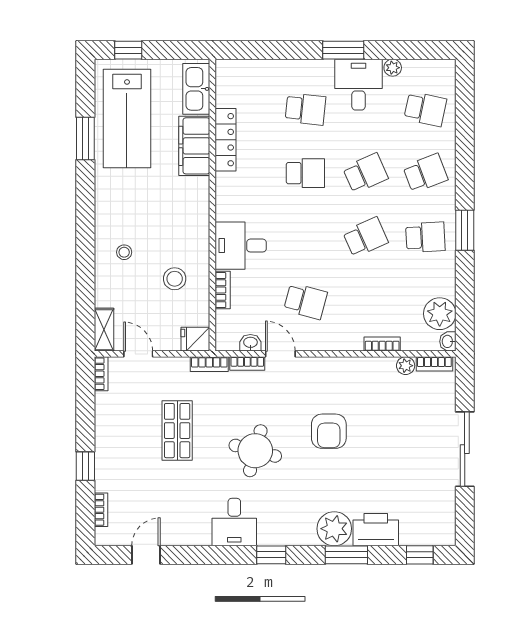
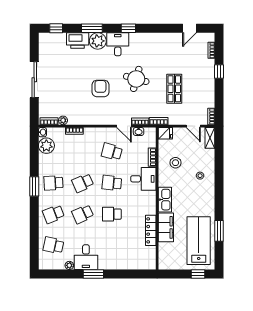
kitchen sink: (196, 89) -> (165, 200), moved
school desk: (305, 109) -> (112, 183), moved
desk: (234, 522) -> (118, 44), moved

